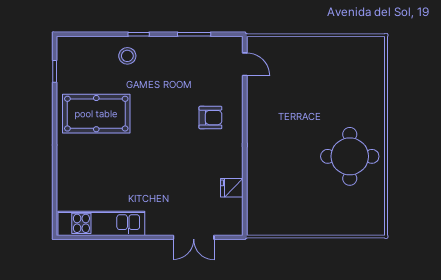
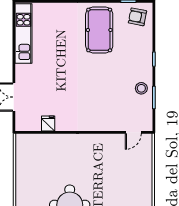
stool: (127, 56) -> (141, 88), moved
armchair: (210, 118) -> (137, 17), moved, turned 101

